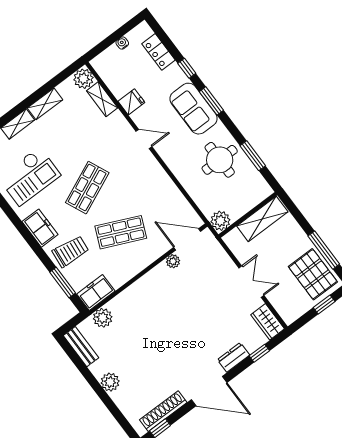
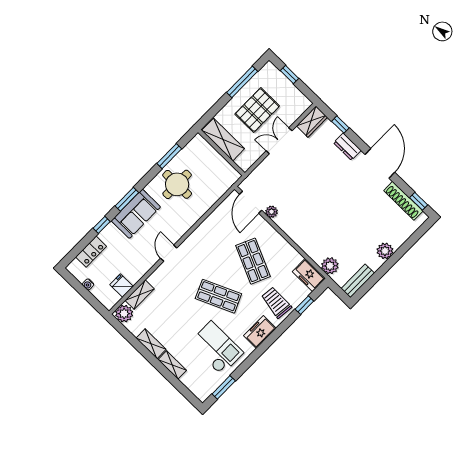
fridge: (131, 102) -> (122, 286), moved
plant: (220, 221) -> (230, 176), removed
pallet: (313, 274) -> (257, 110), moved
window: (63, 283) -> (304, 305), width x0.67

